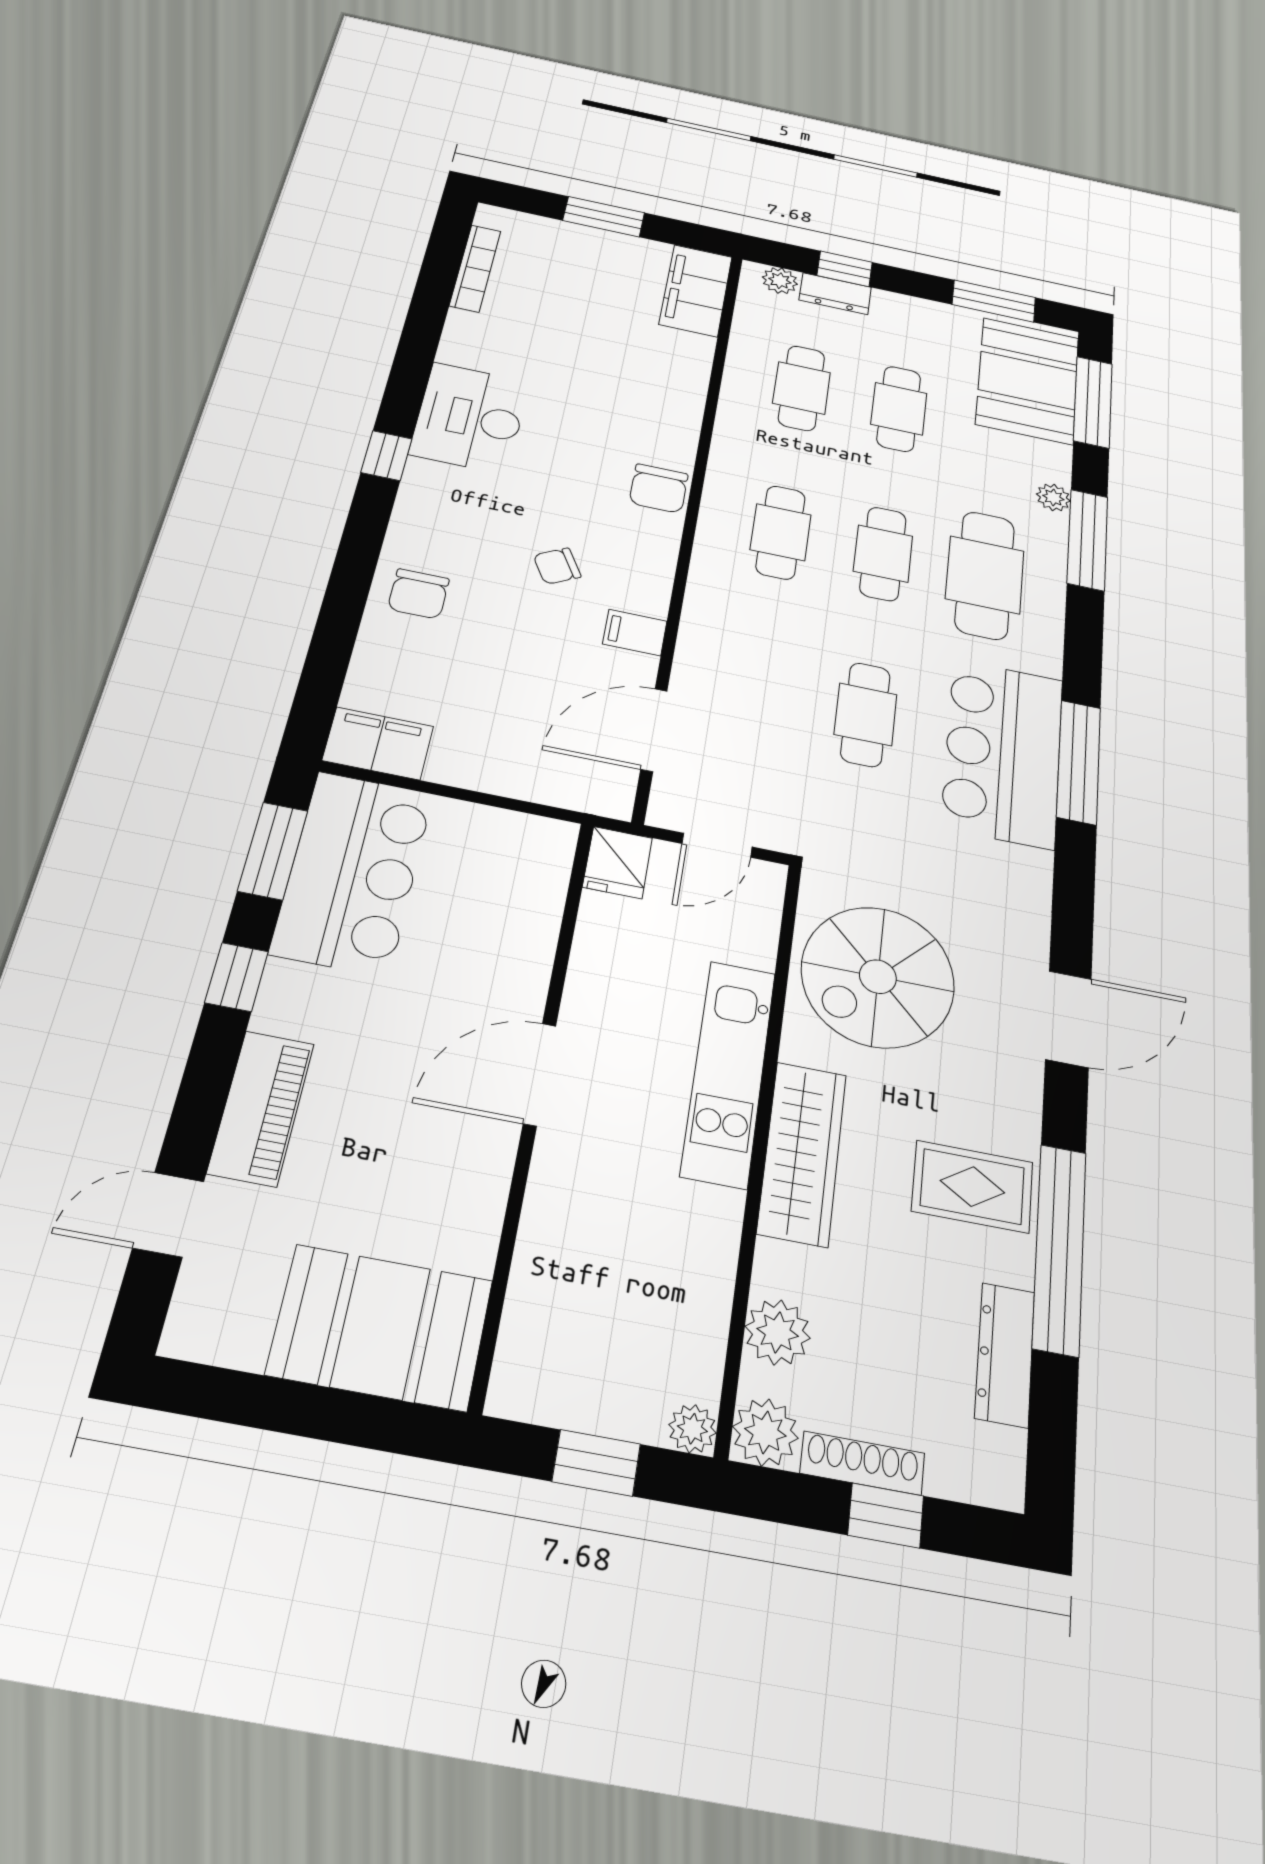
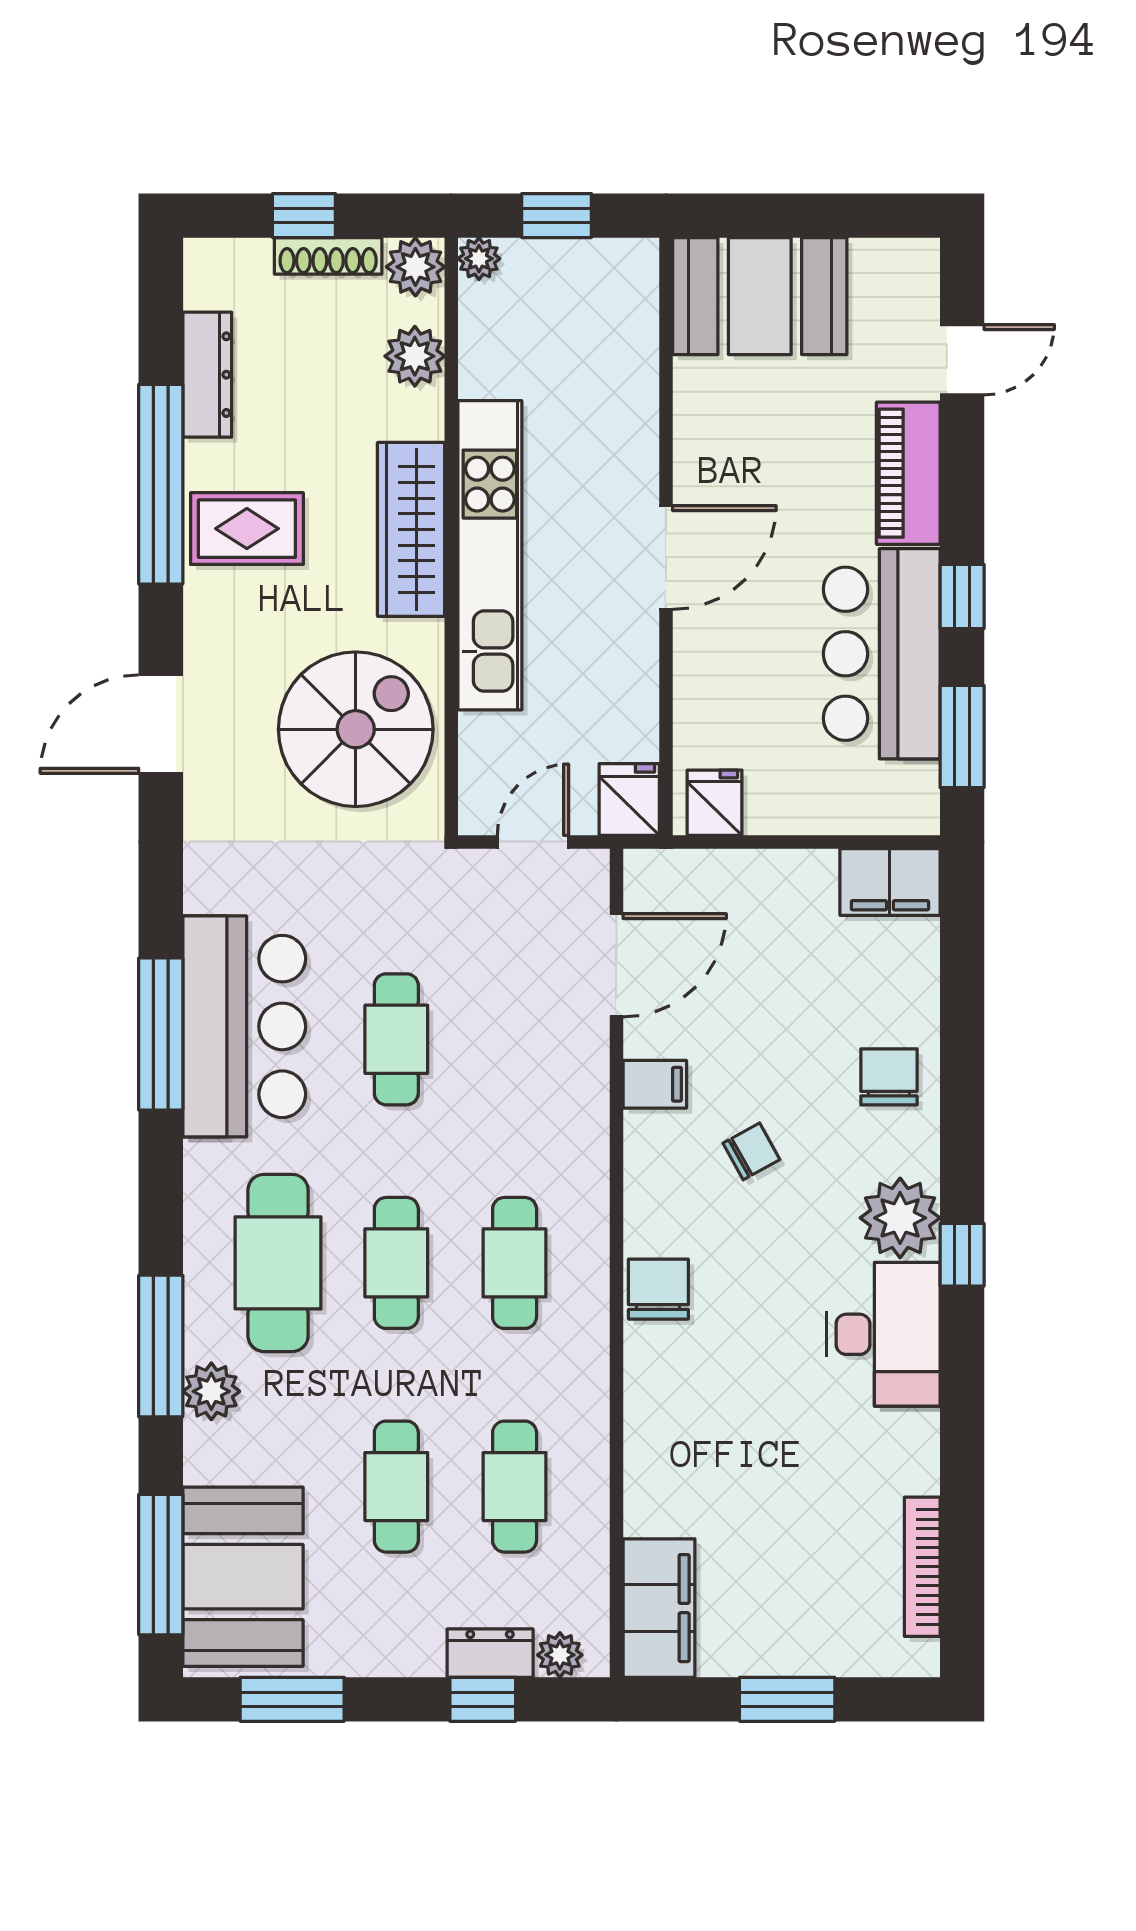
plant: (435, 492) -> (900, 1218), added
plant: (1053, 498) -> (211, 1391), width x1.38, depth x1.38
fridge: (534, 843) -> (715, 803), added
bar counter: (353, 872) -> (882, 654), moved
kitchen unit: (729, 1072) -> (490, 555), width x1.36

